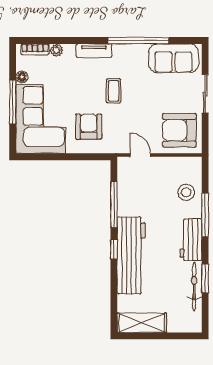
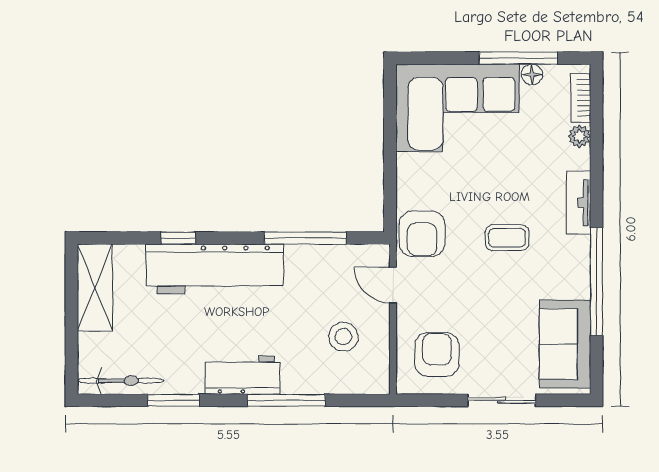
window: (13, 102) -> (518, 58), moved
armchair: (89, 127) -> (422, 234), moved, turned 90
armchair: (179, 130) -> (437, 355), width x0.73, depth x0.73
door: (140, 155) -> (393, 285), swing flipped
stool: (186, 192) -> (343, 337), moved
window: (114, 249) -> (178, 238), moved
bicycle: (194, 286) -> (121, 381), moved

